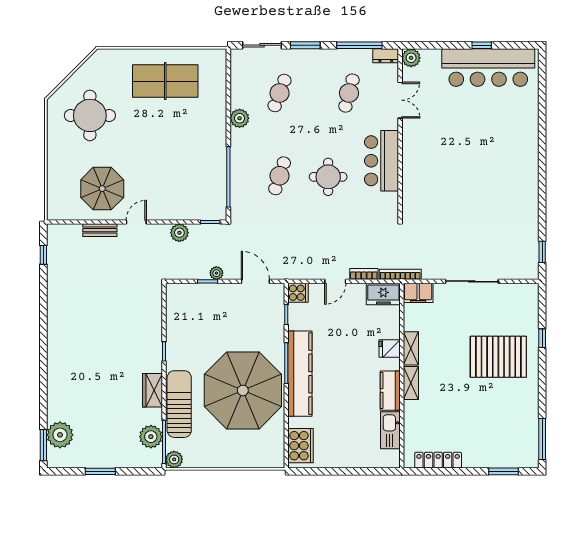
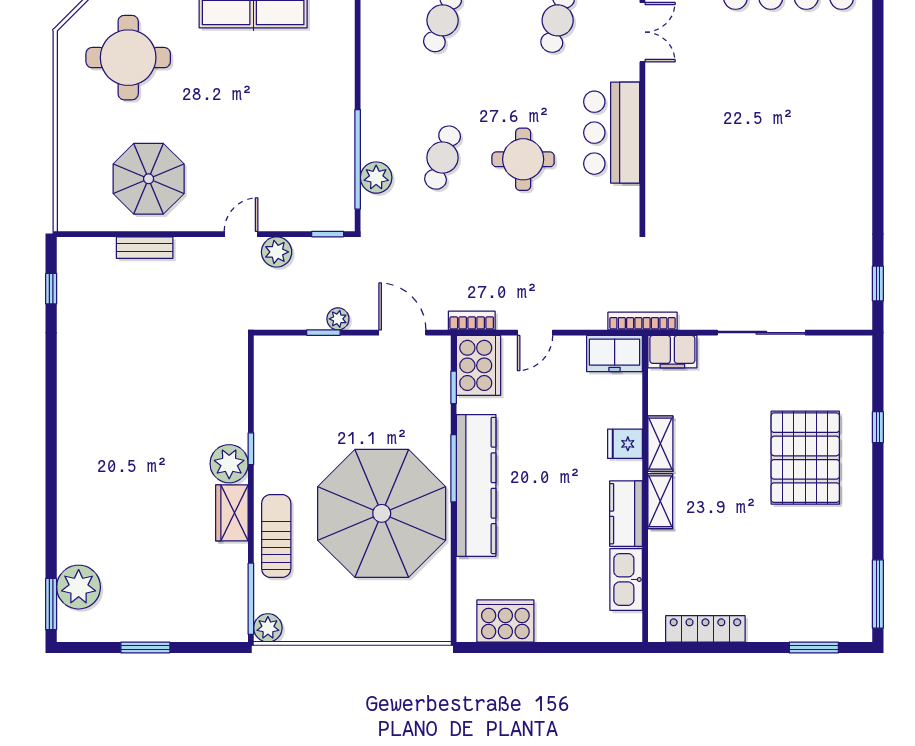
plant: (240, 118) -> (376, 178), moved
door: (136, 222) -> (241, 234), moved
bookcase: (364, 274) -> (472, 321), moved
cooker: (298, 293) -> (478, 365), width x1.87, depth x1.31
pallet: (498, 357) -> (805, 458), turned 90
sun lounger: (179, 404) -> (276, 536), width x0.73, depth x0.75
plant: (151, 437) -> (229, 464), moved
cooker: (301, 446) -> (505, 621), moved, turned -90

